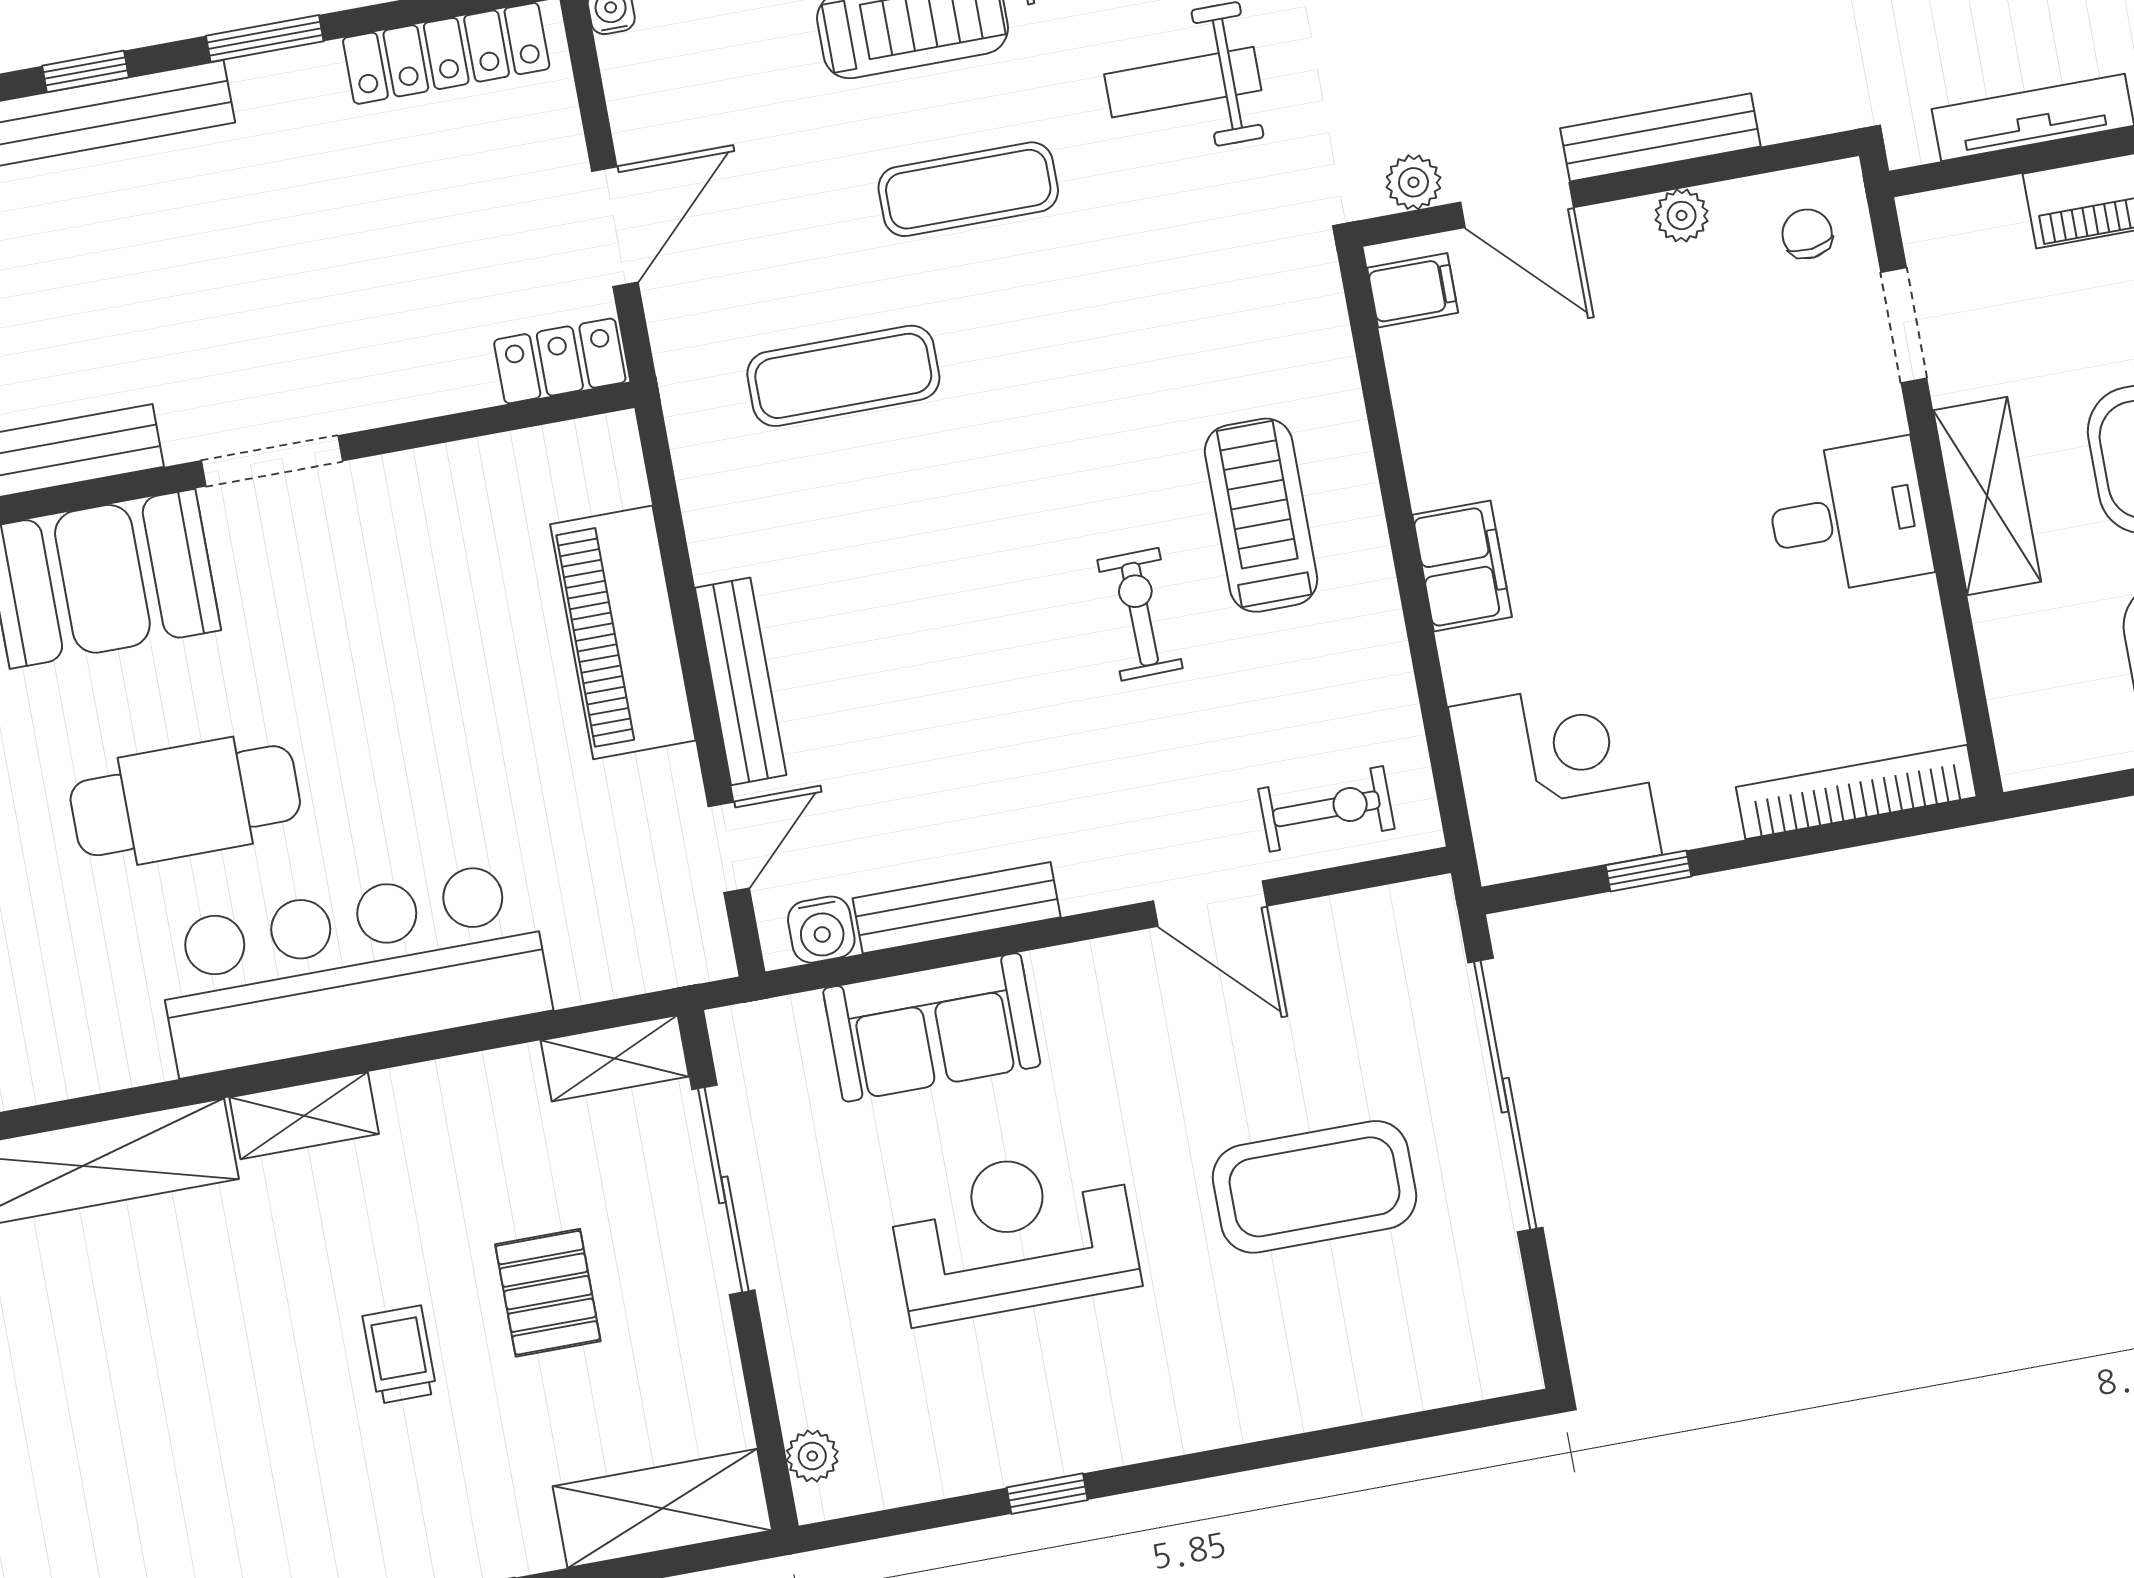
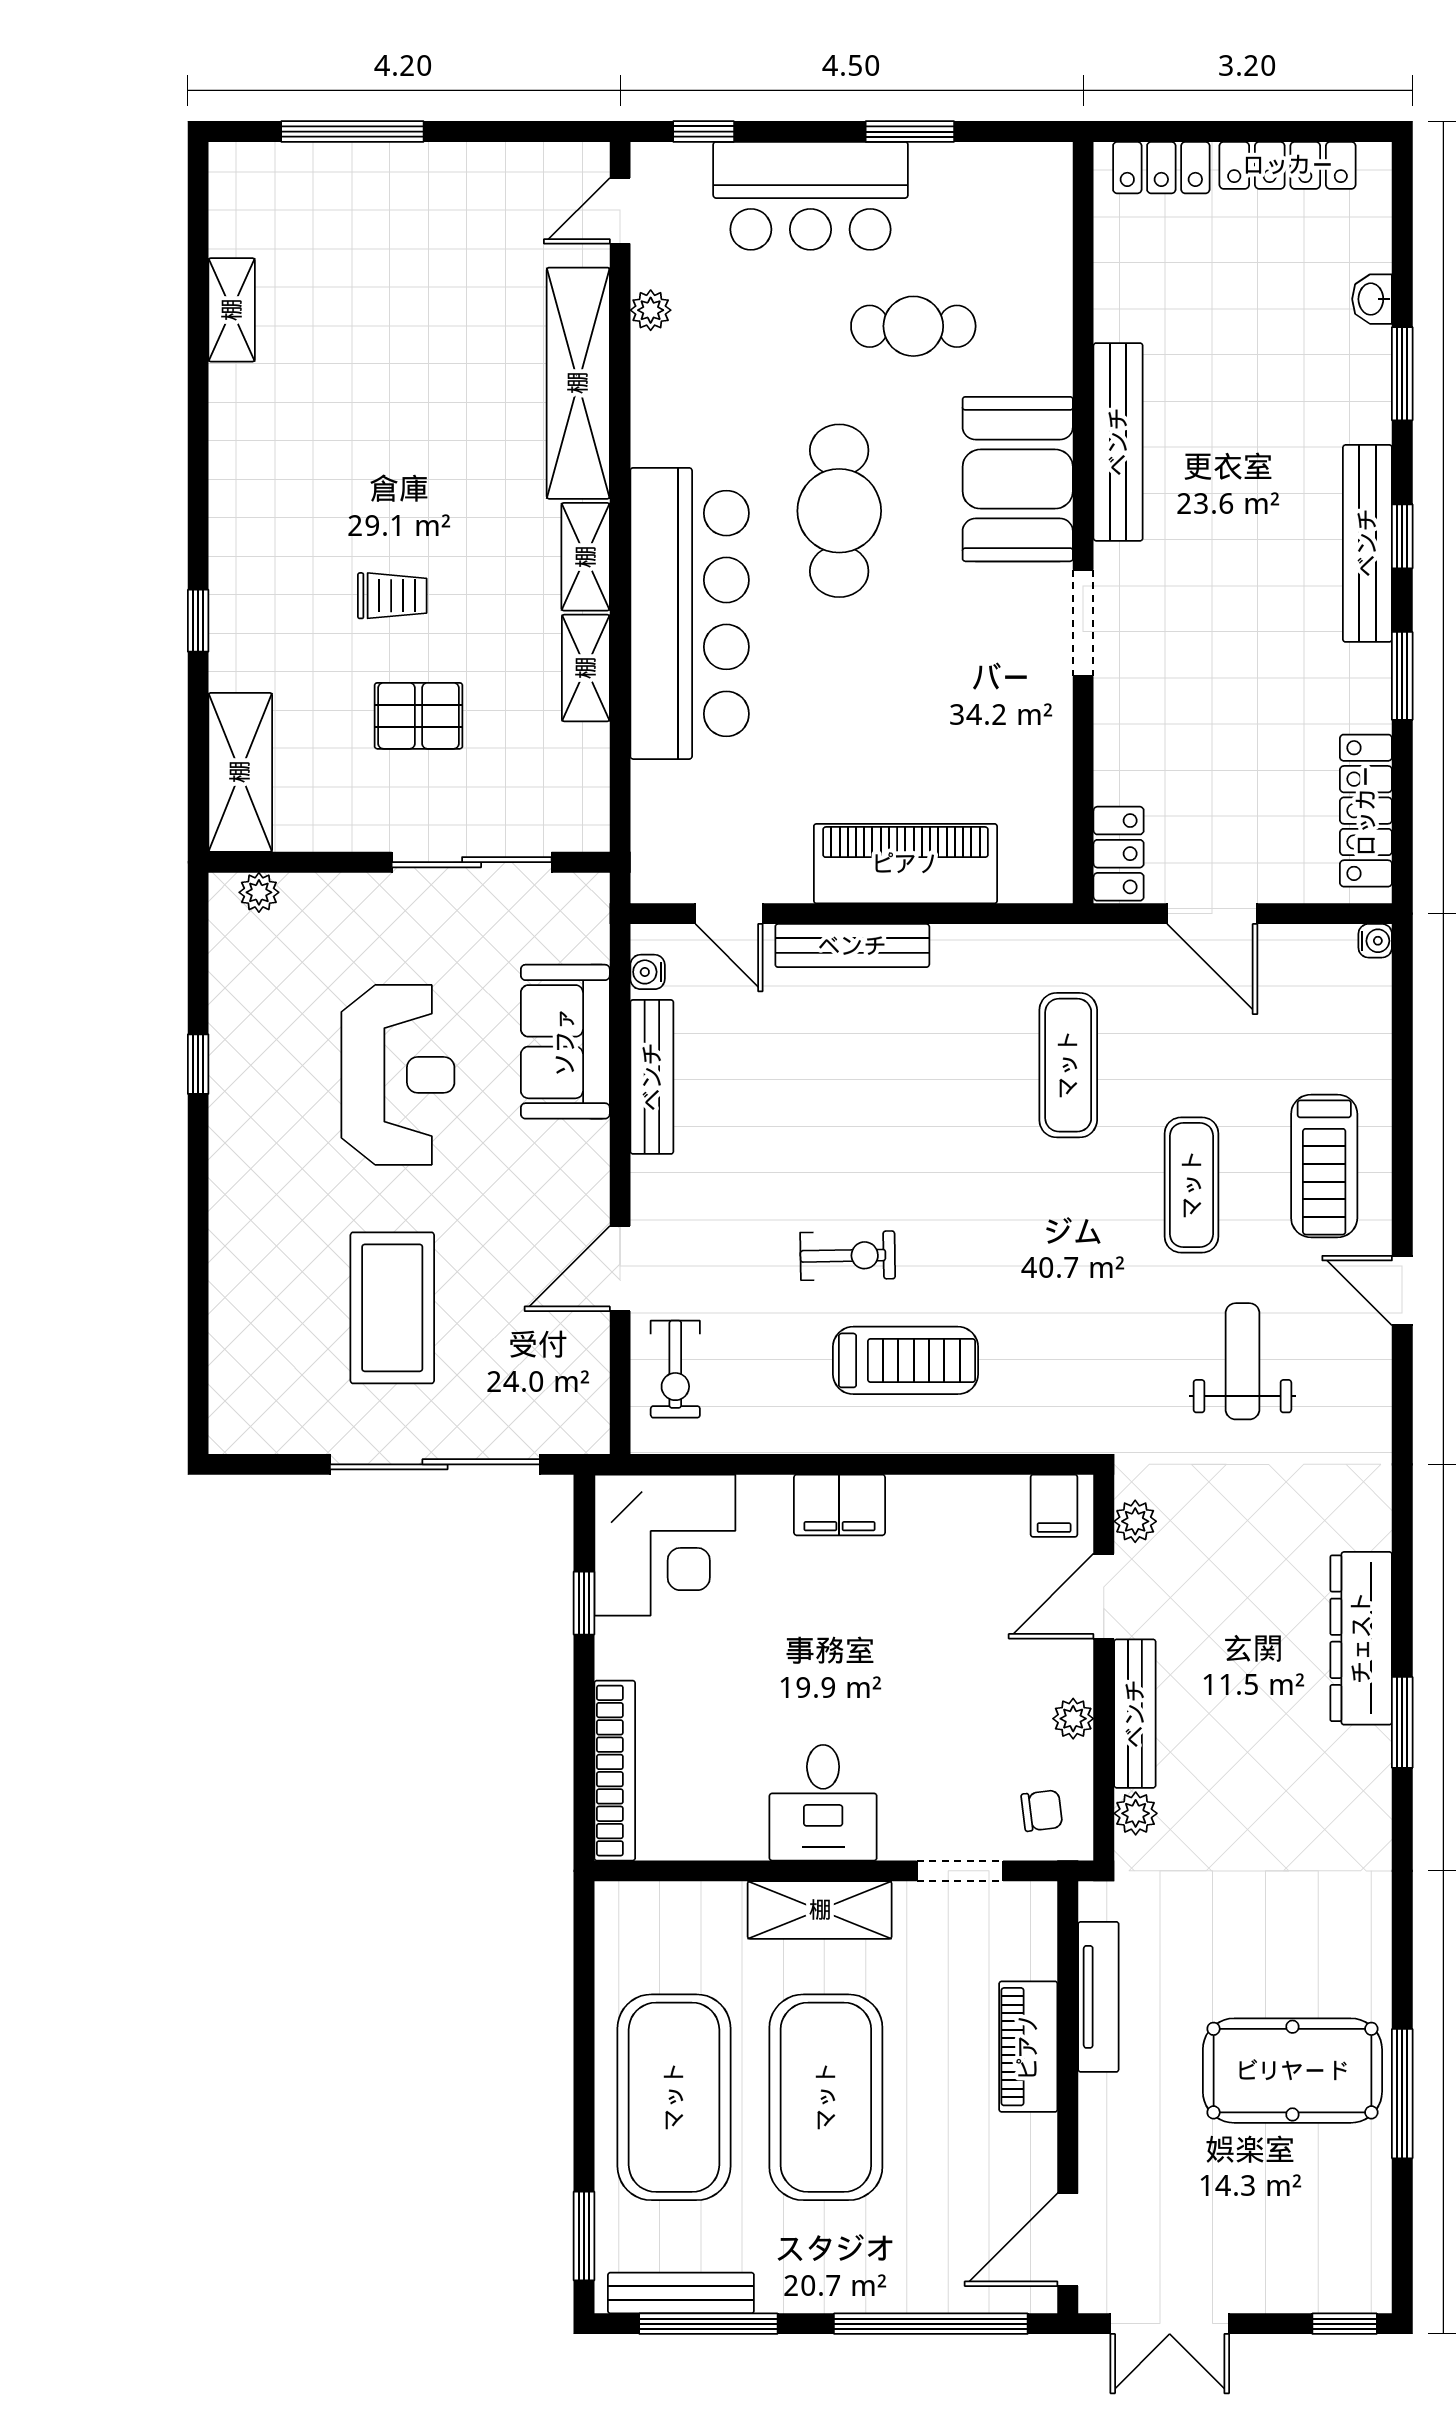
plant: (1789, 113) -> (1136, 1813), added
water cooler: (821, 930) -> (648, 972), width x0.72, depth x0.72
shelving: (615, 1058) -> (586, 668), moved

